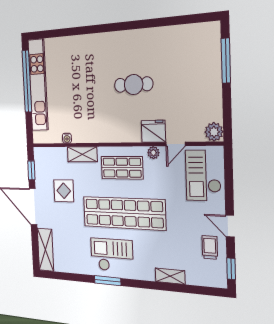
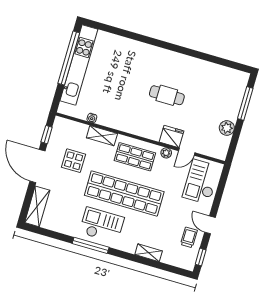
plant: (214, 132) -> (227, 128), moved
window: (108, 281) -> (91, 245), width x1.44

